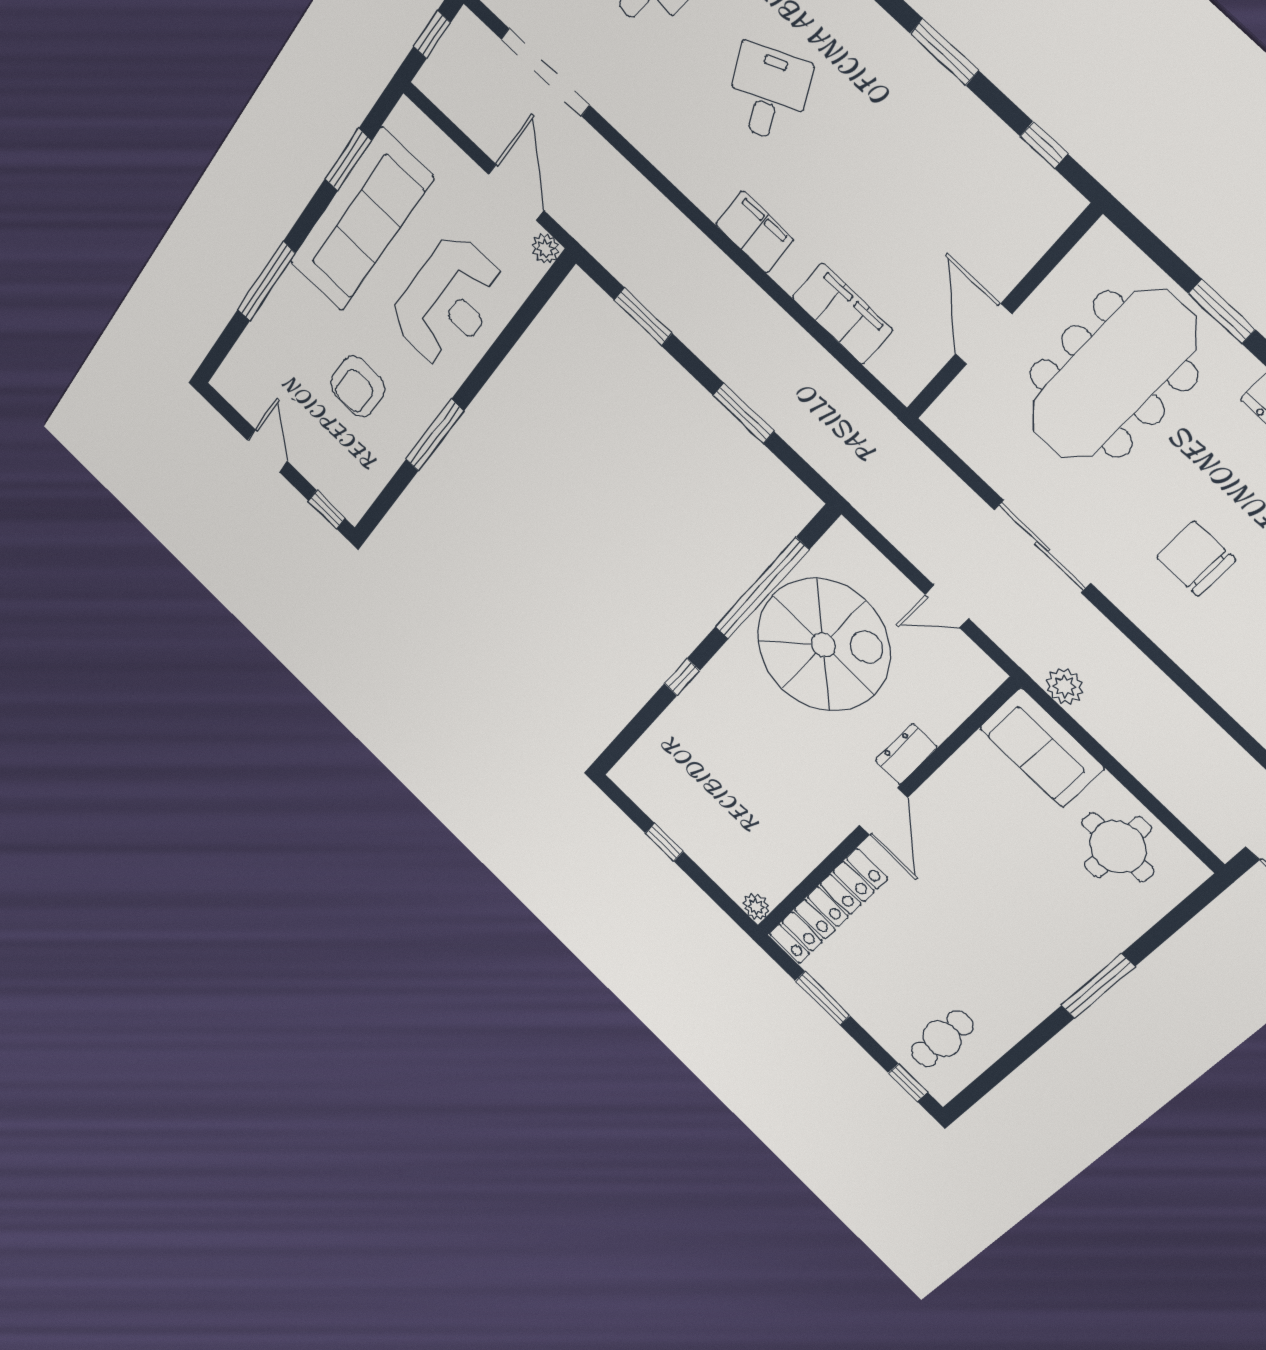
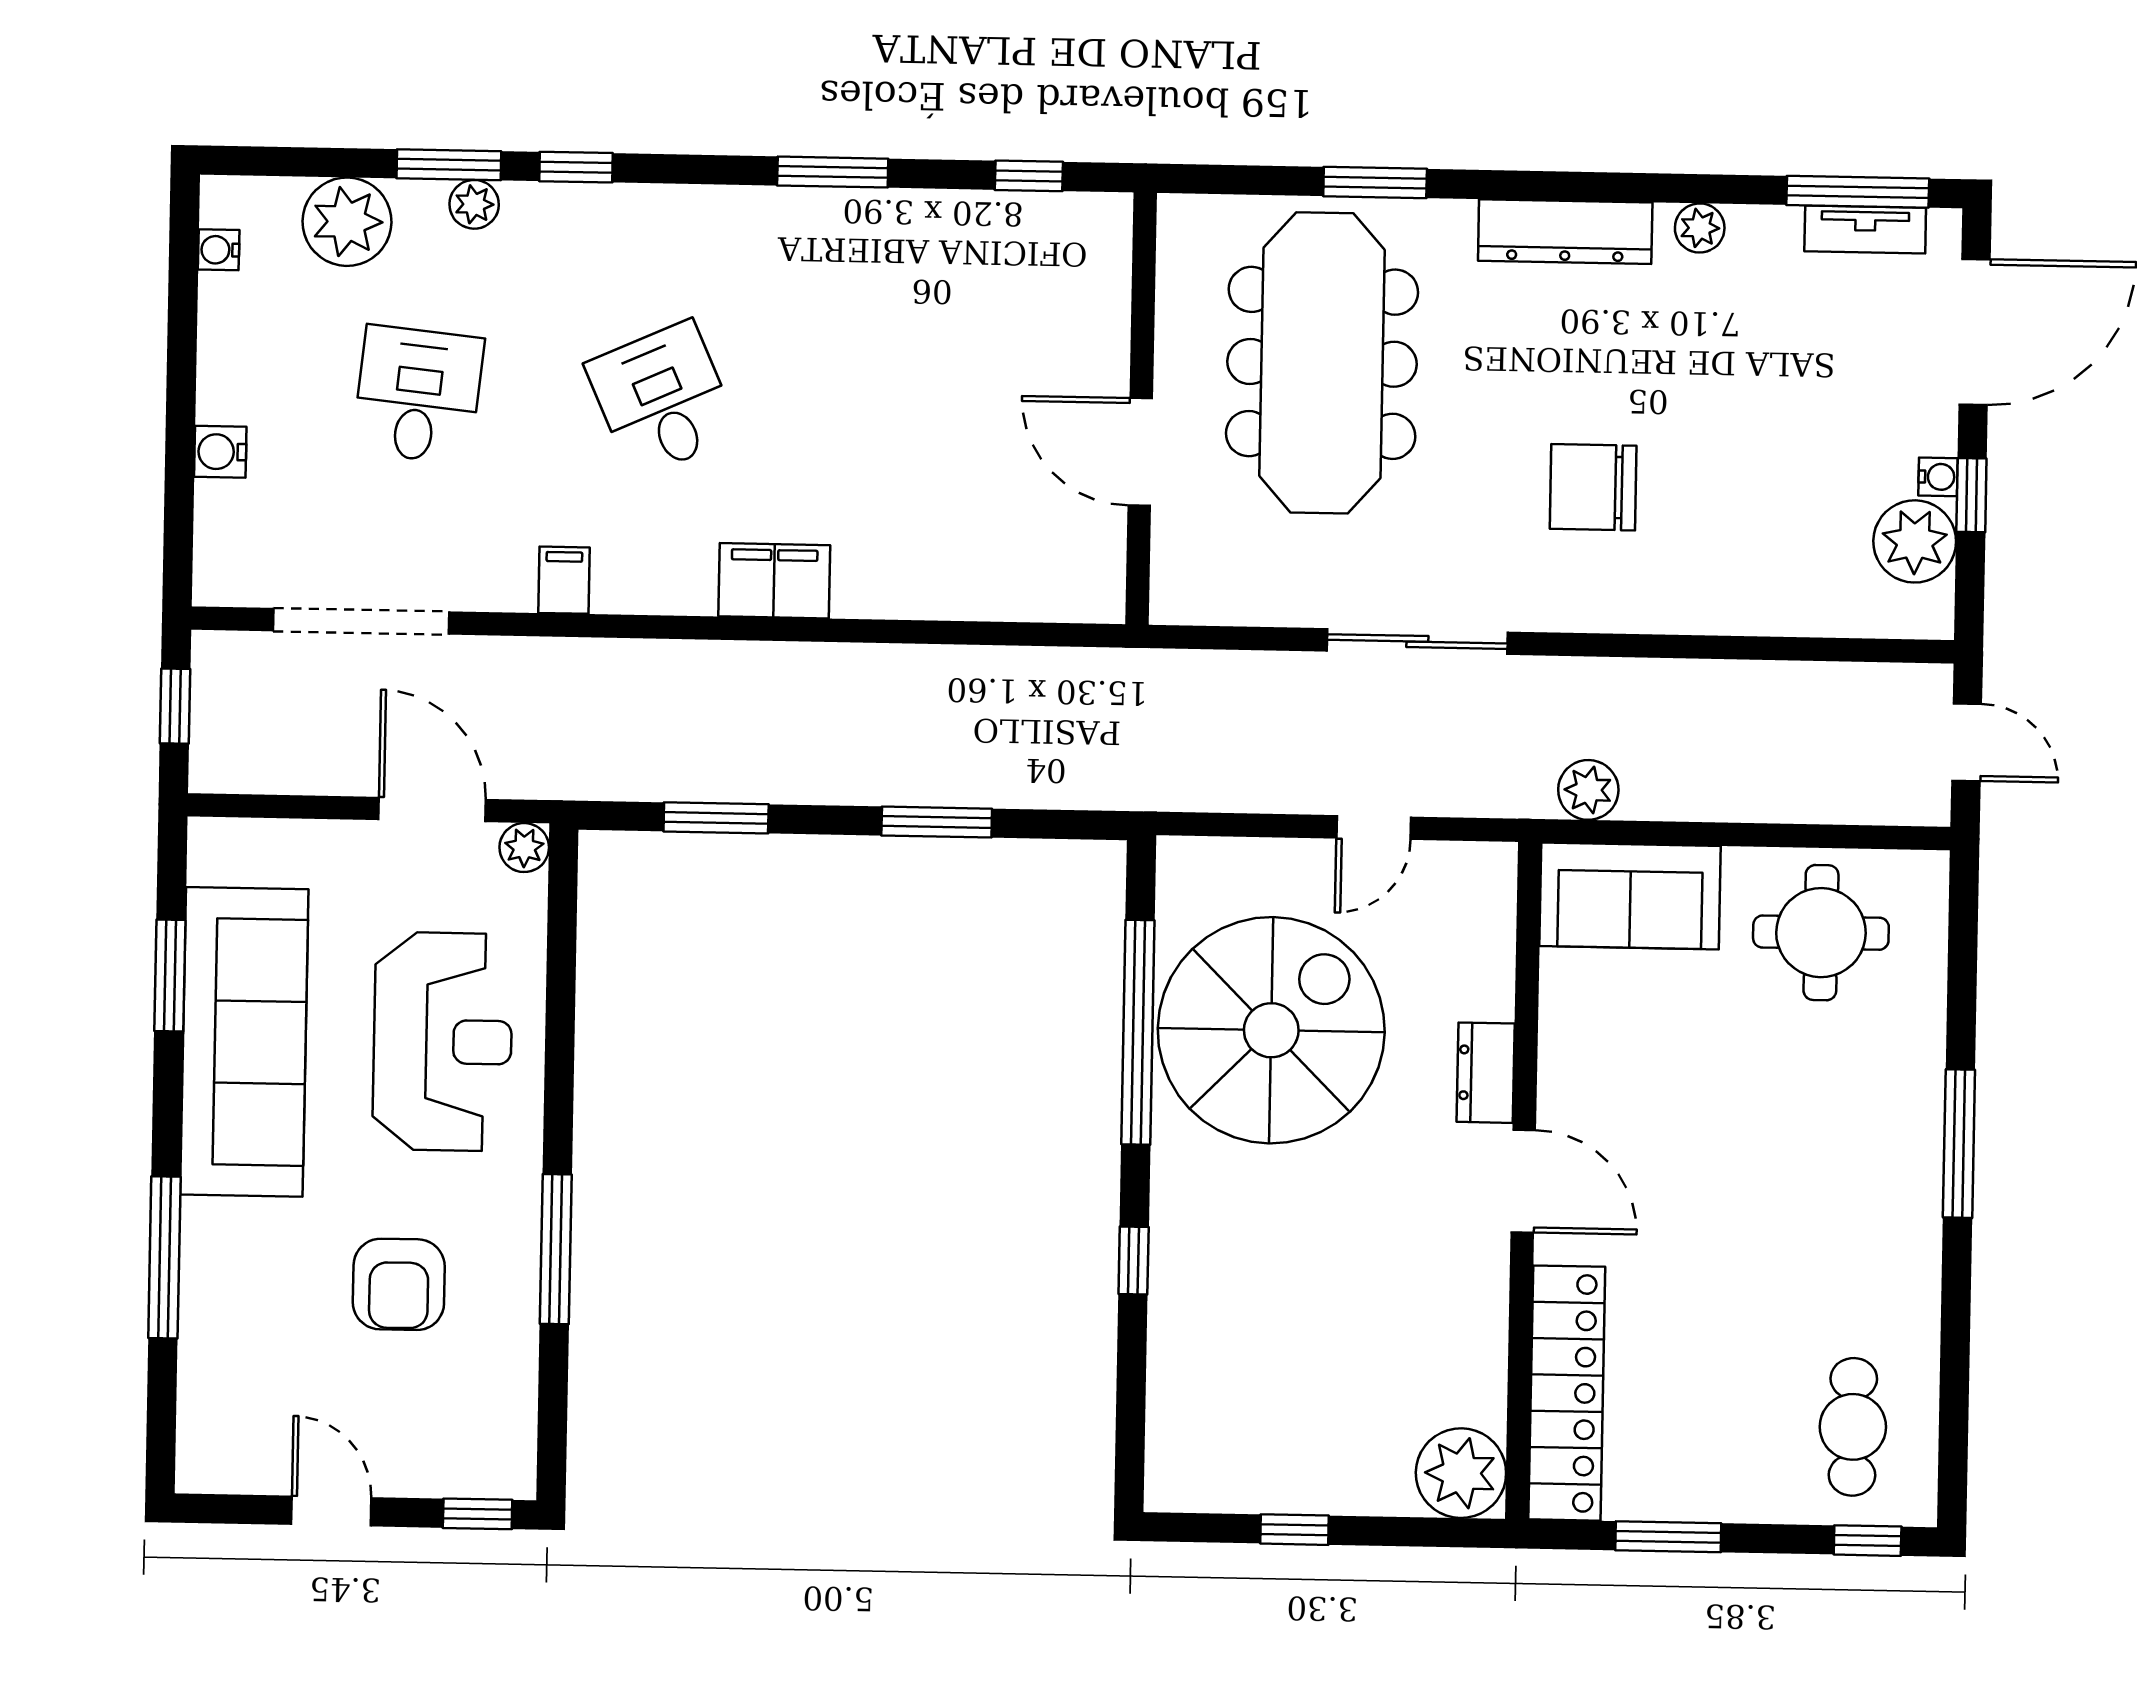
filing cabinet: (842, 314) -> (564, 580), moved, width x0.33, depth x0.86
plant: (756, 907) -> (1461, 1473), width x1.88, depth x1.88

